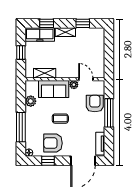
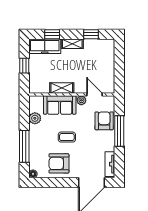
shelving: (45, 73) -> (62, 88), moved
window: (48, 161) -> (54, 183), removed

